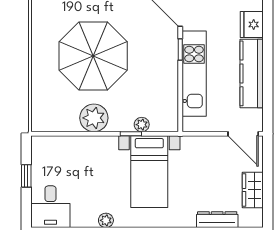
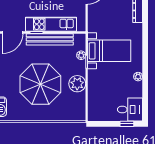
bench: (169, 72) -> (50, 39), added
window: (26, 176) -> (127, 124), moved

